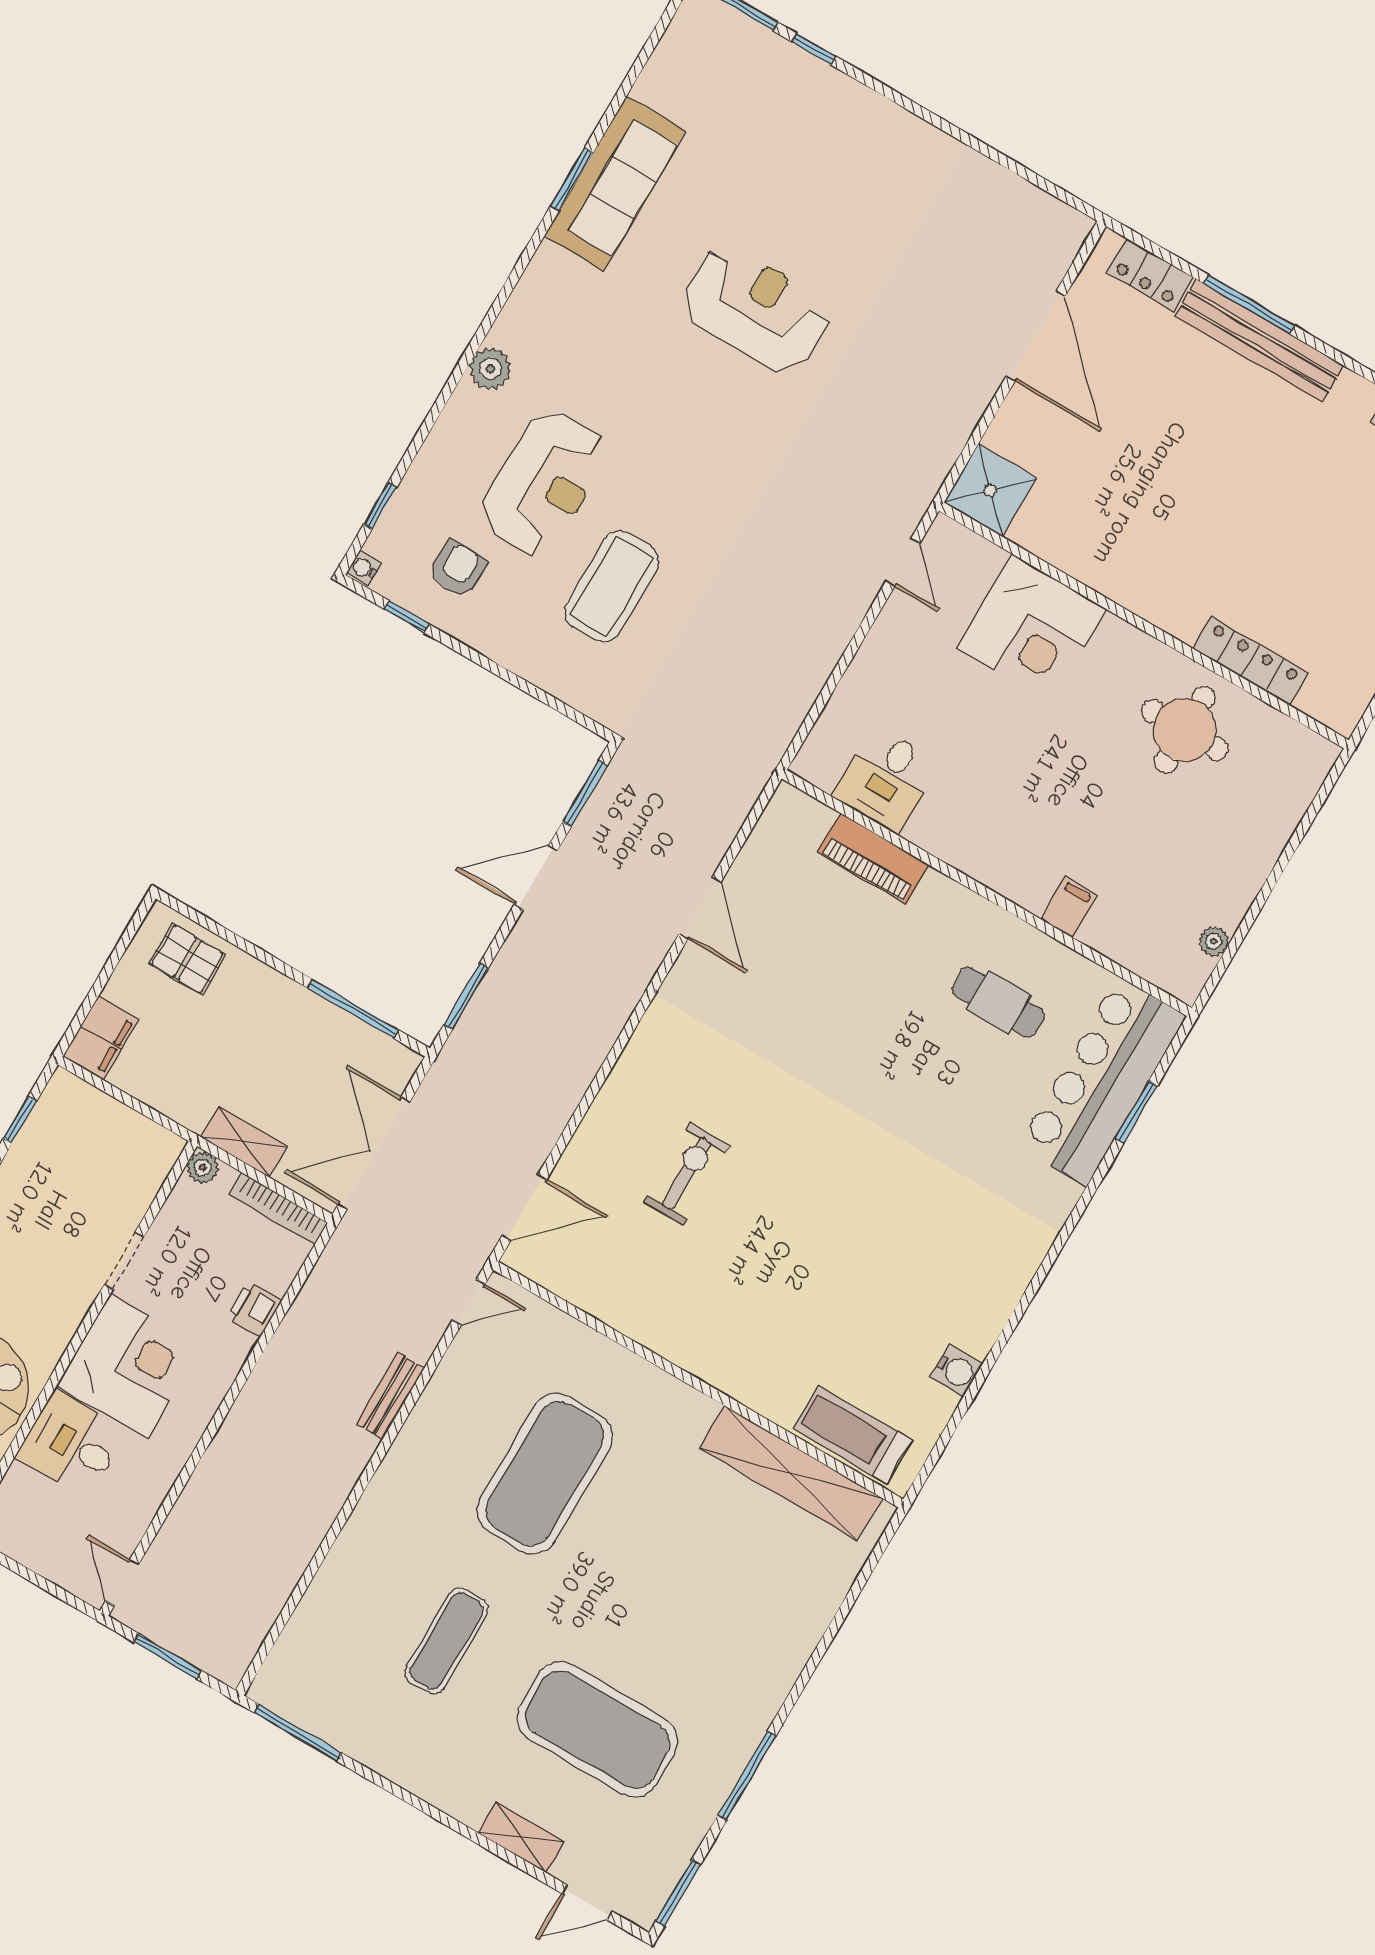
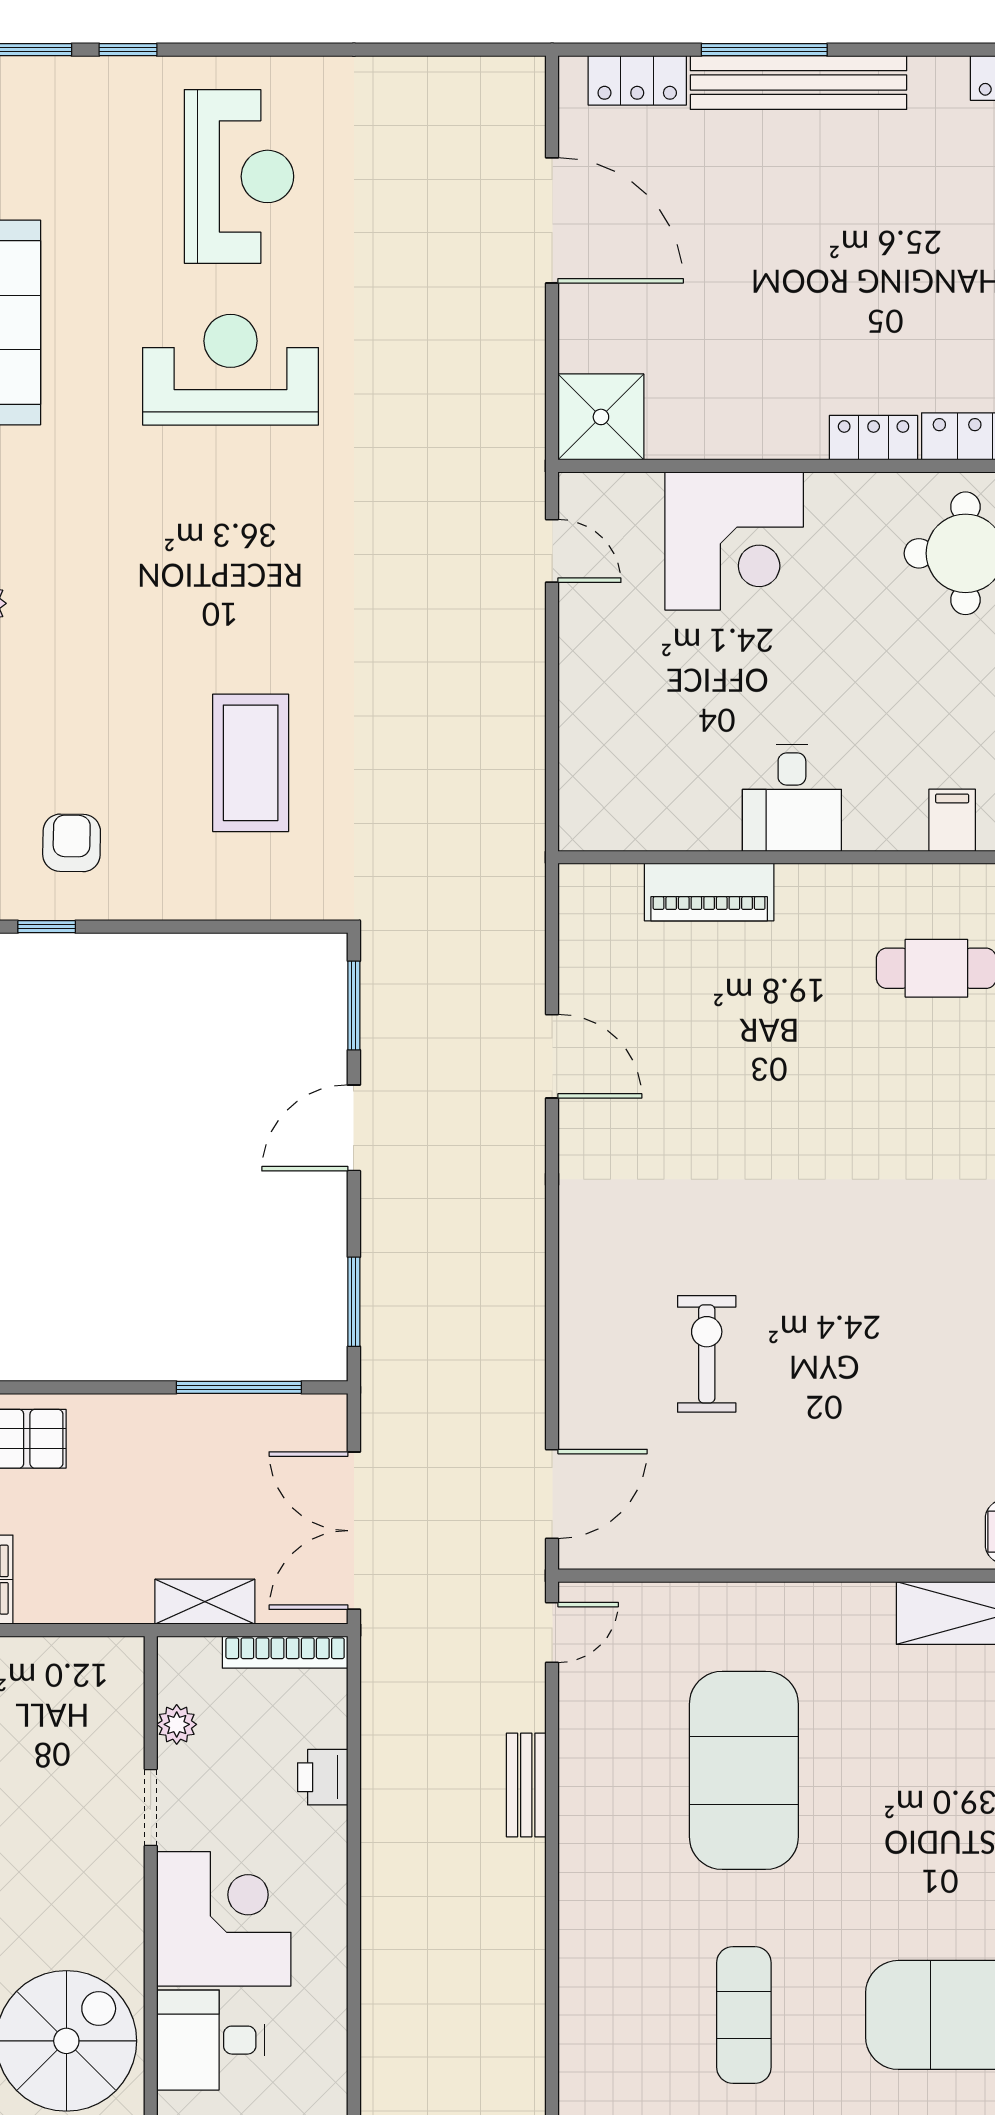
reception desk: (544, 483) -> (239, 176), moved
locker: (1168, 614) -> (874, 438), added
desk: (887, 780) -> (792, 798), moved
plant: (203, 1168) -> (177, 1724), moved

